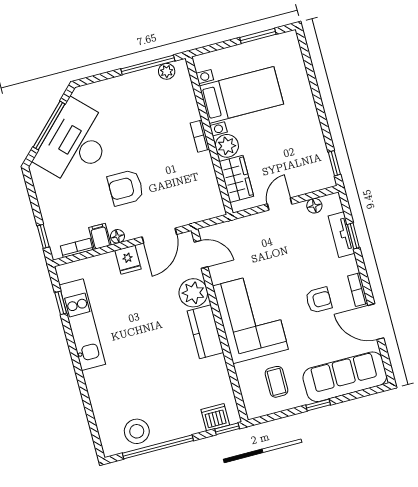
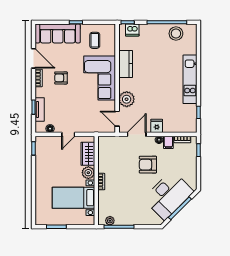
armchair: (126, 188) -> (148, 165), turned 180
kitchen unit: (82, 325) -> (190, 79), moved
kitchen counter: (205, 332) -> (126, 64), moved

